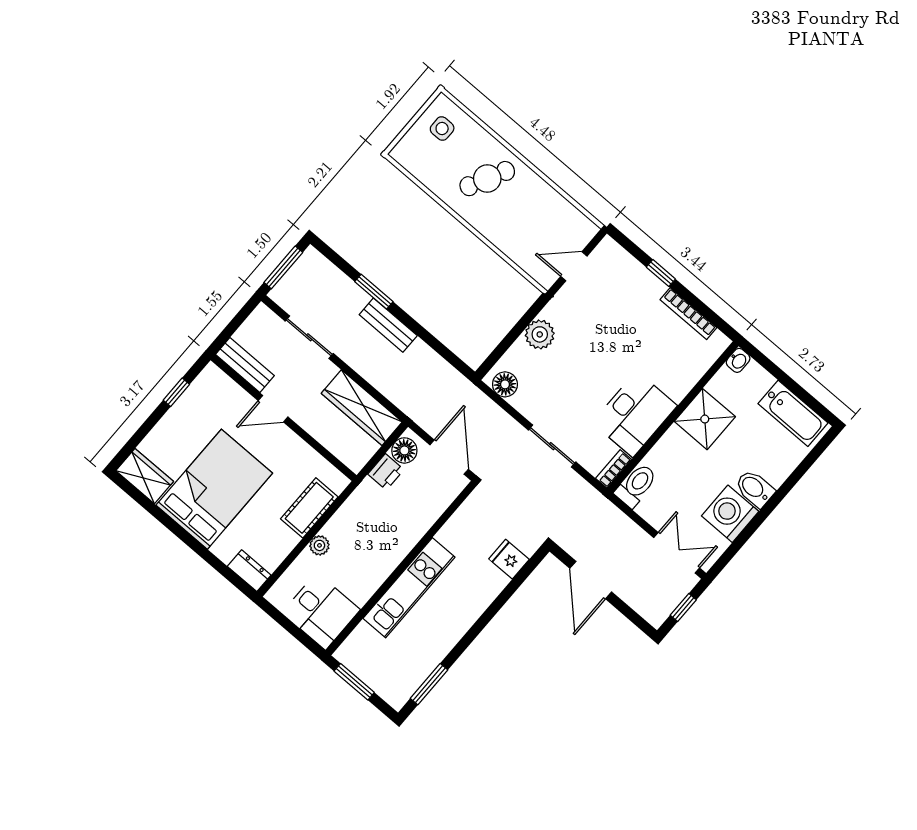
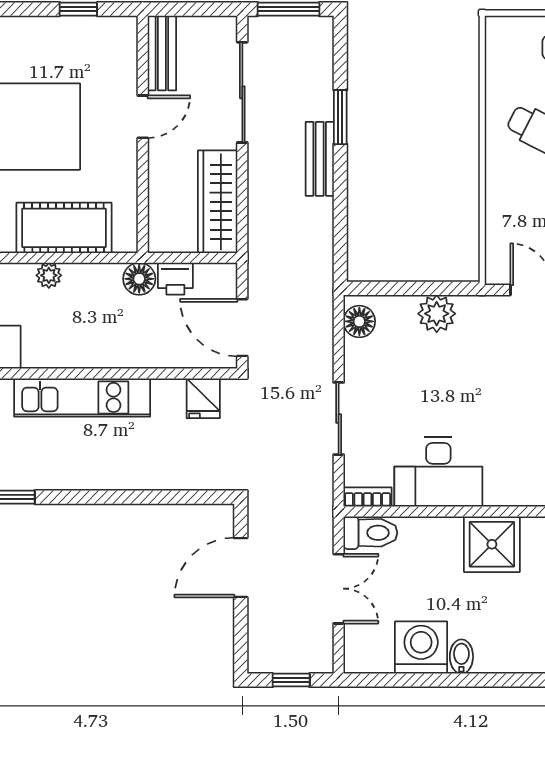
sliding door: (309, 337) -> (242, 92), width x1.37
door: (273, 409) -> (143, 117), swing flipped
floor lamp: (404, 450) -> (139, 279), moved
door: (449, 457) -> (242, 328), swing flipped
bidet: (755, 489) -> (461, 657), width x0.72, depth x0.74
cot: (309, 508) -> (64, 228), width x1.37, depth x1.34
double door: (677, 553) -> (339, 589), moved
fridge: (509, 559) -> (203, 398), moved, turned 180

